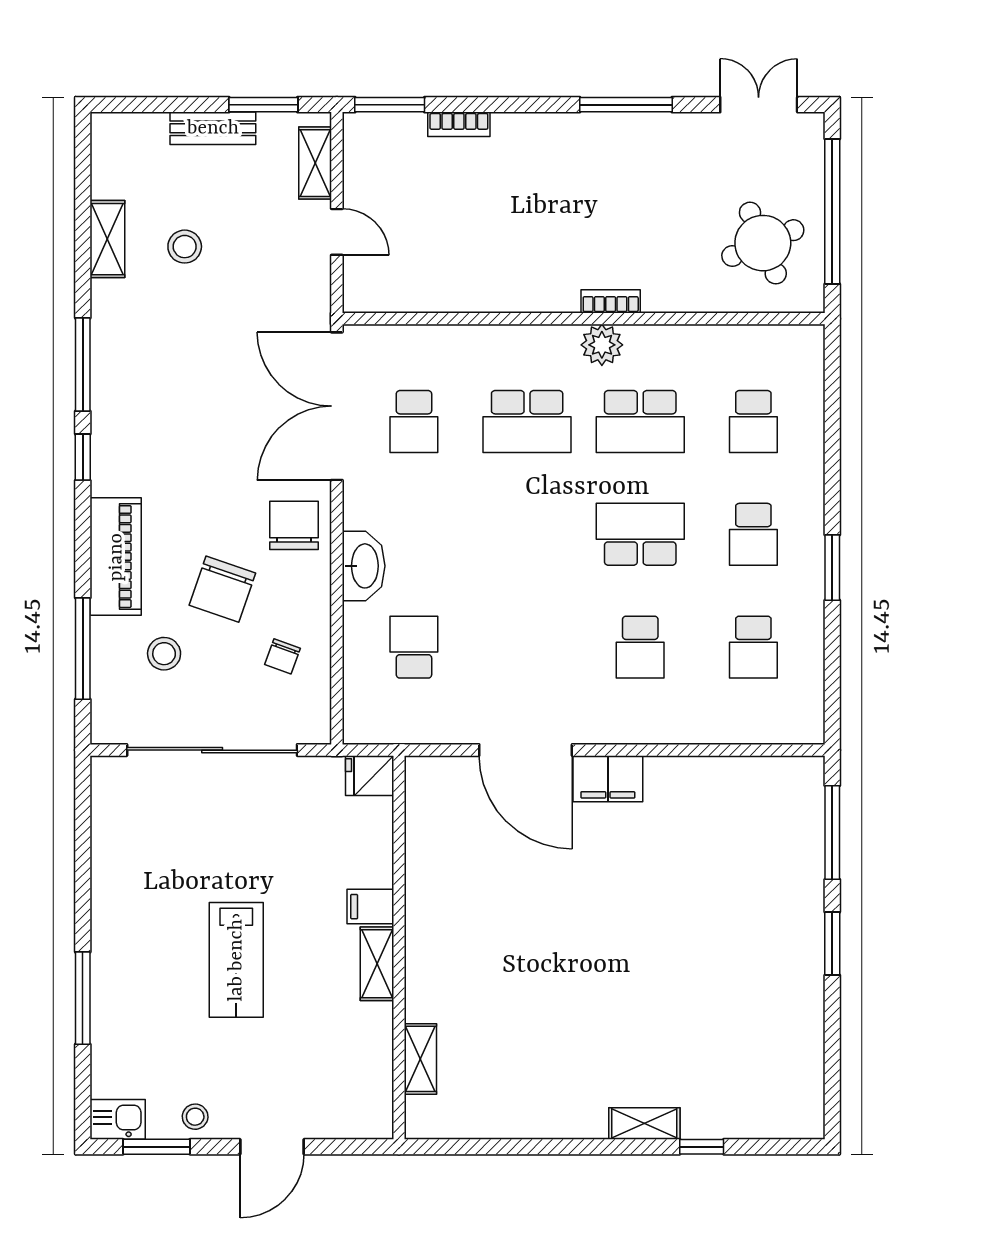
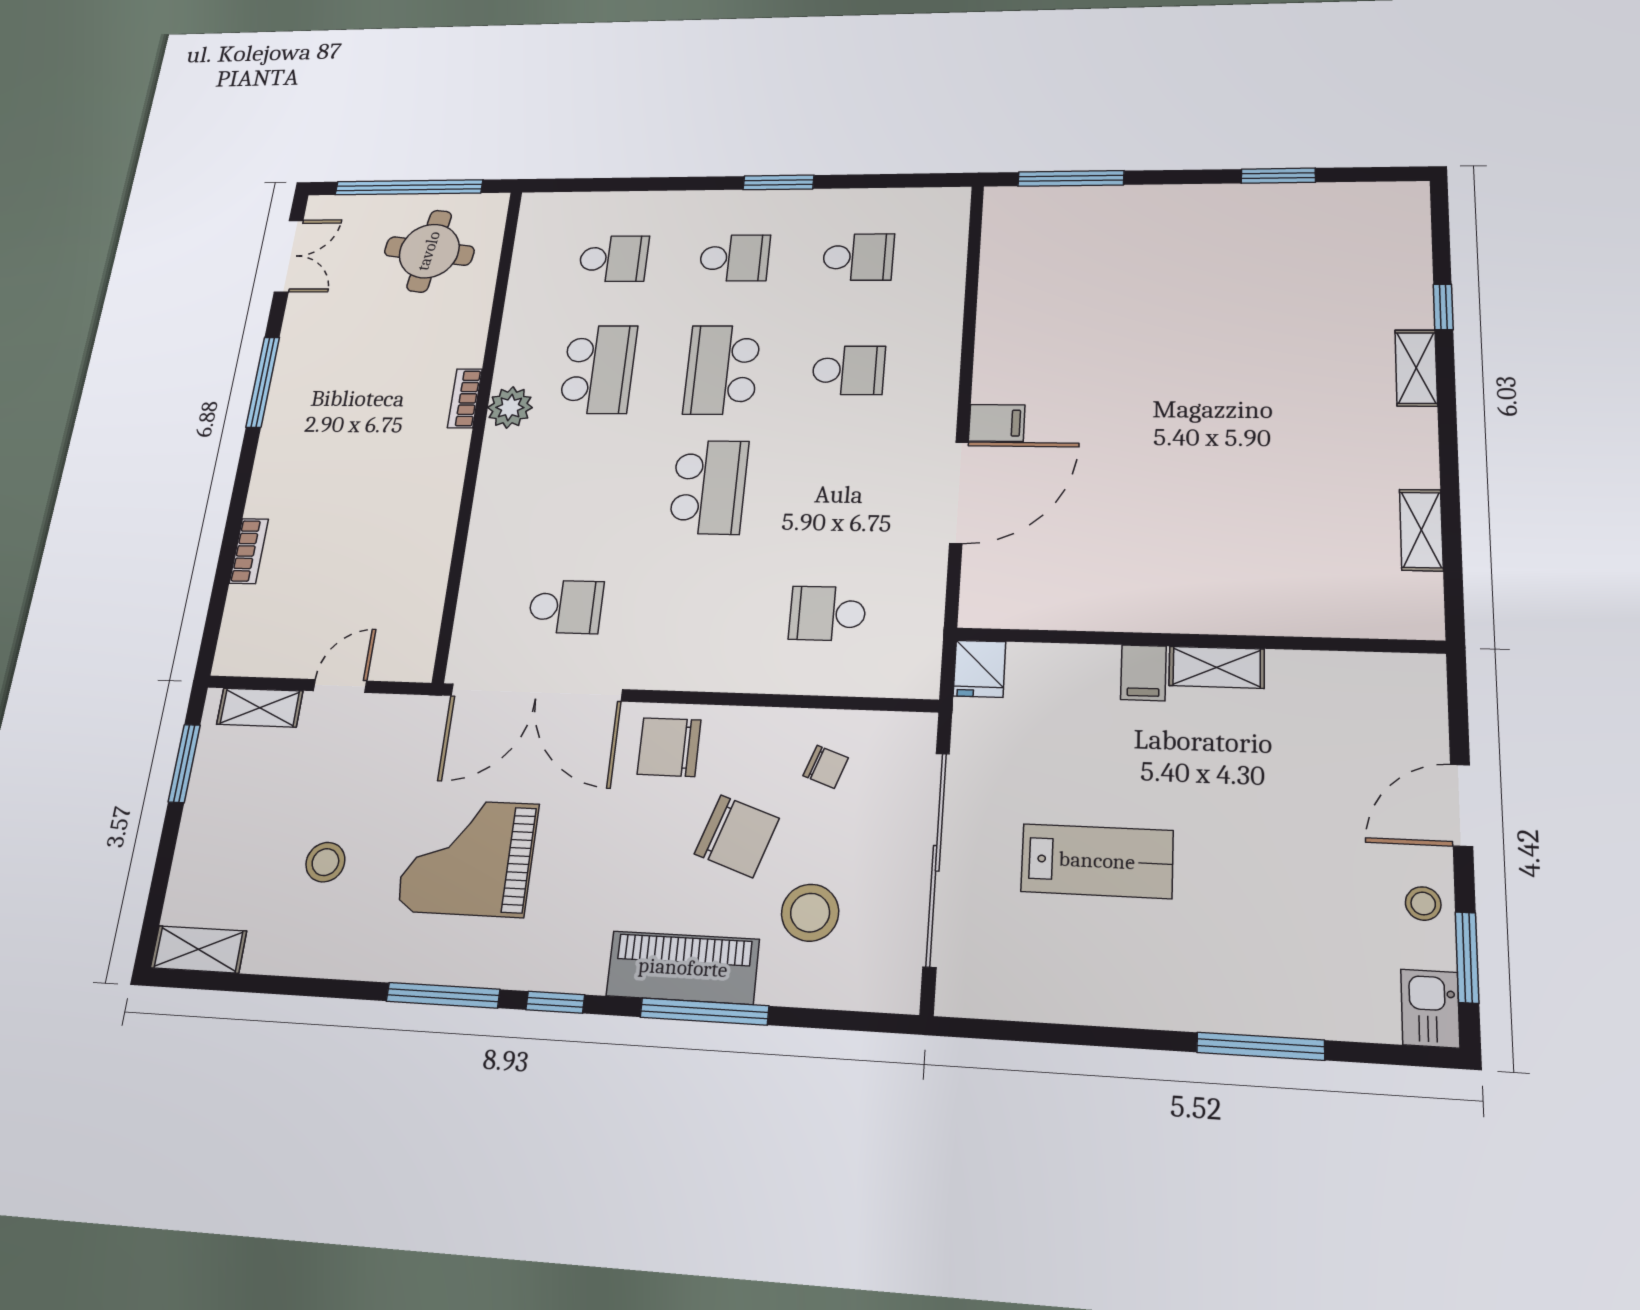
window: (390, 105) -> (213, 624), removed
double door: (759, 105) -> (289, 256), swing flipped
bench: (213, 128) -> (198, 822), removed
shelving: (107, 239) -> (199, 949), moved
round table: (763, 243) -> (429, 251), turned 31
grand piano: (194, 368) -> (468, 857), added
school desk: (527, 421) -> (709, 487), moved
washbasin: (364, 566) -> (726, 668), removed
window: (83, 649) -> (704, 1012), moved
stool: (164, 654) -> (810, 913), width x1.38, depth x1.38
filing cabinet: (608, 779) -> (997, 423), width x0.50
window: (832, 944) -> (1278, 176), moved
lab bench: (236, 960) -> (1097, 861), moved
shelving: (420, 1059) -> (1421, 530), moved, turned 90
door: (272, 1147) -> (1461, 805), swing flipped

